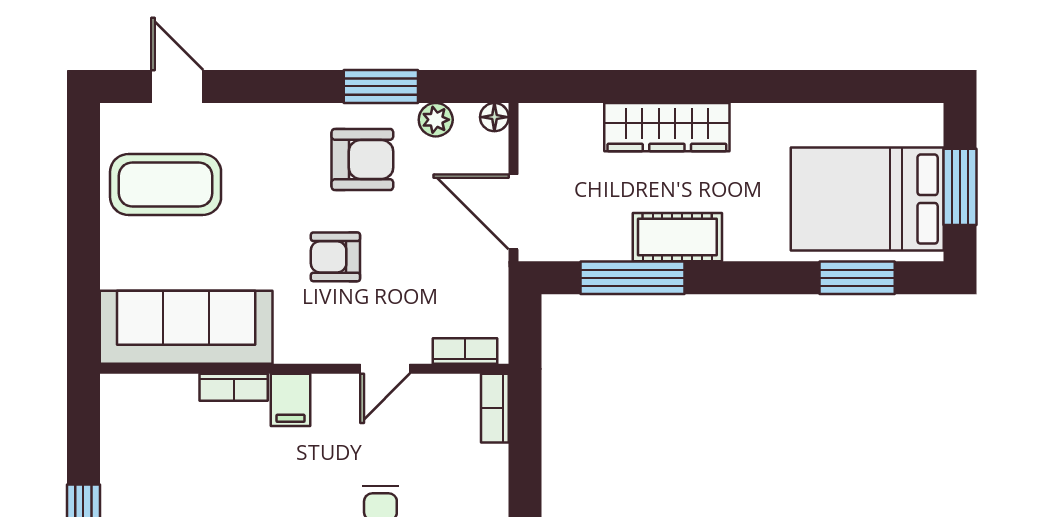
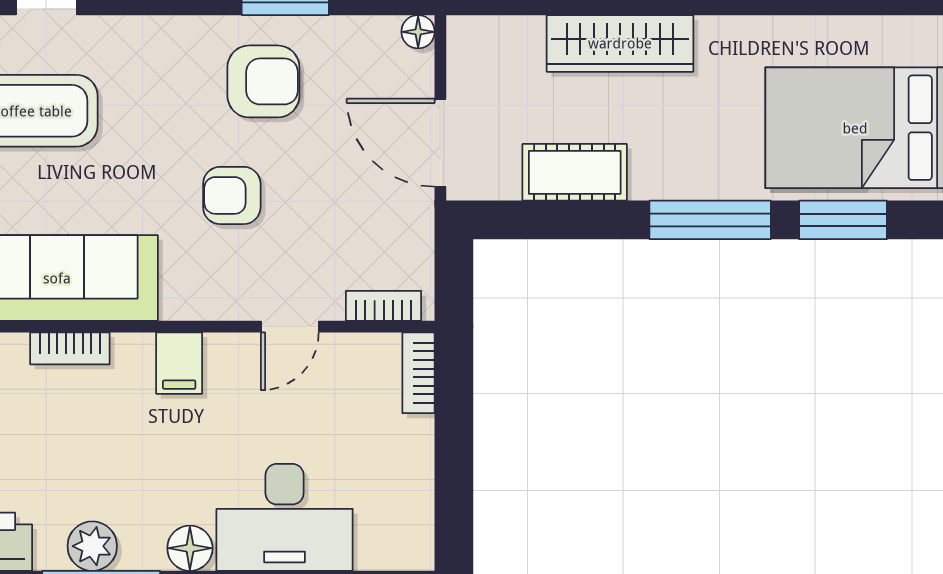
plant: (436, 120) -> (349, 35), removed
cot: (677, 237) -> (575, 172), moved
window: (633, 278) -> (710, 220), moved
bookcase: (234, 387) -> (70, 348), moved

